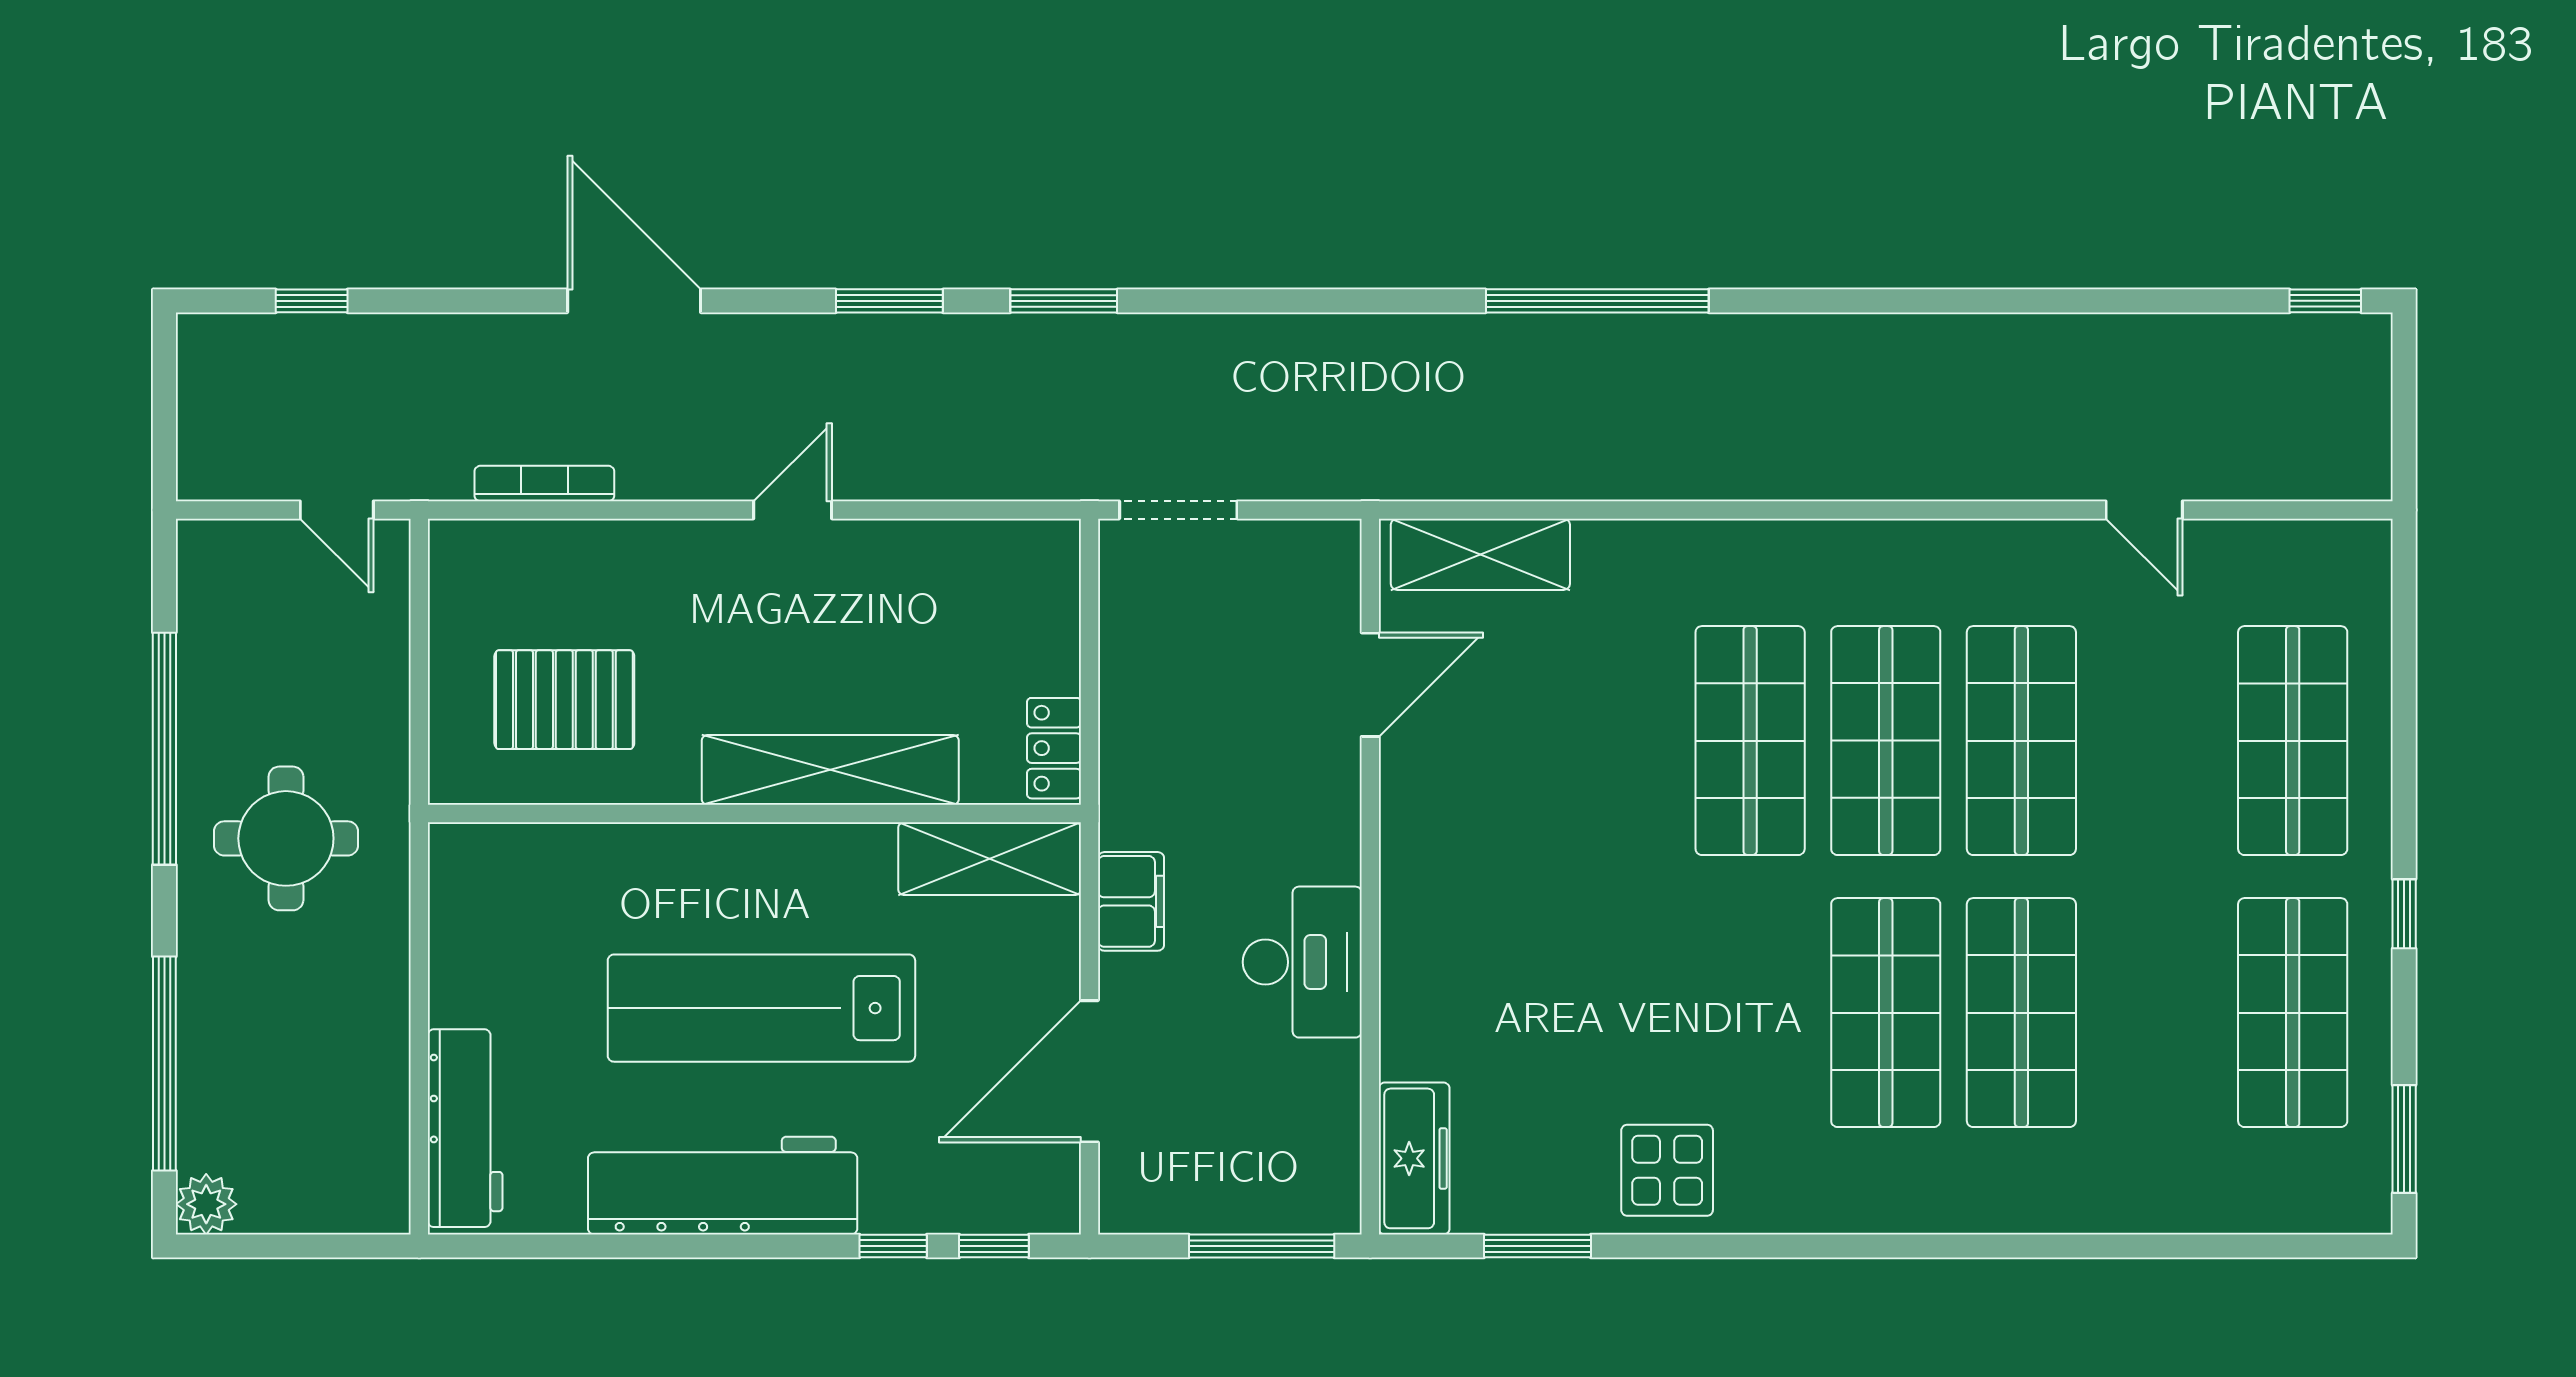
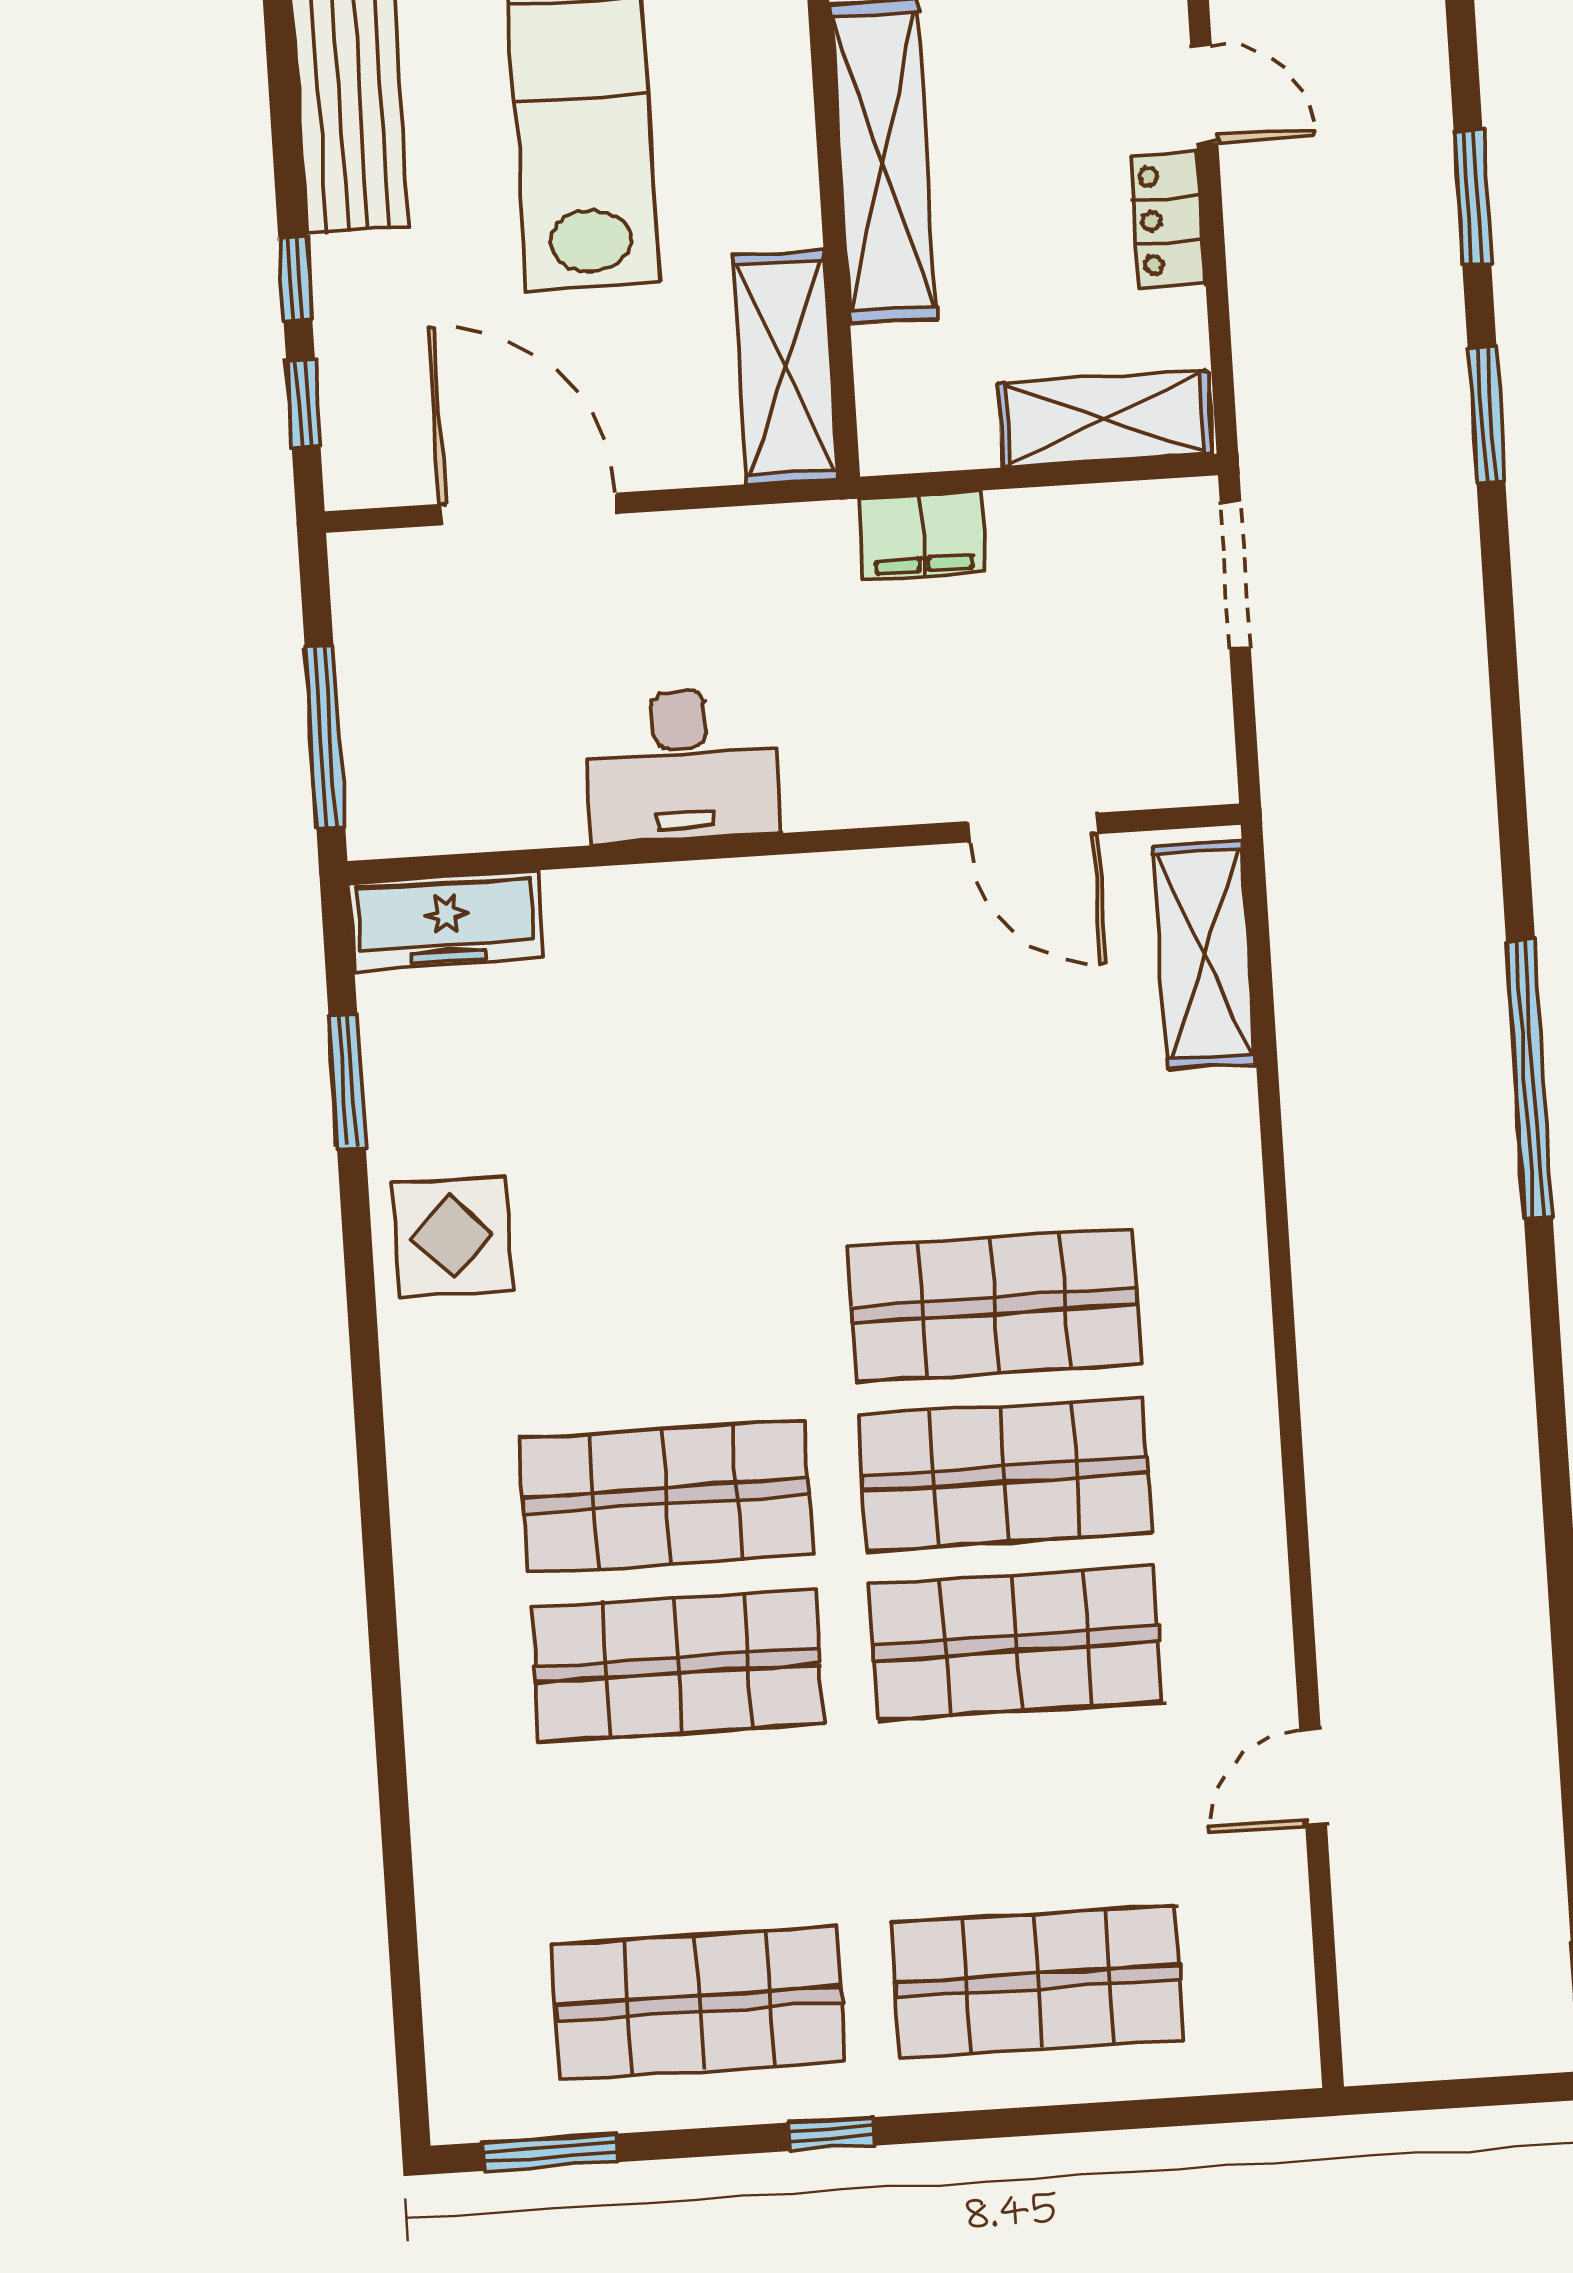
shelving: (1047, 606) -> (1105, 419), added
locker: (1054, 748) -> (1168, 220), moved, turned -90
filing cabinet: (1131, 901) -> (922, 535), moved

